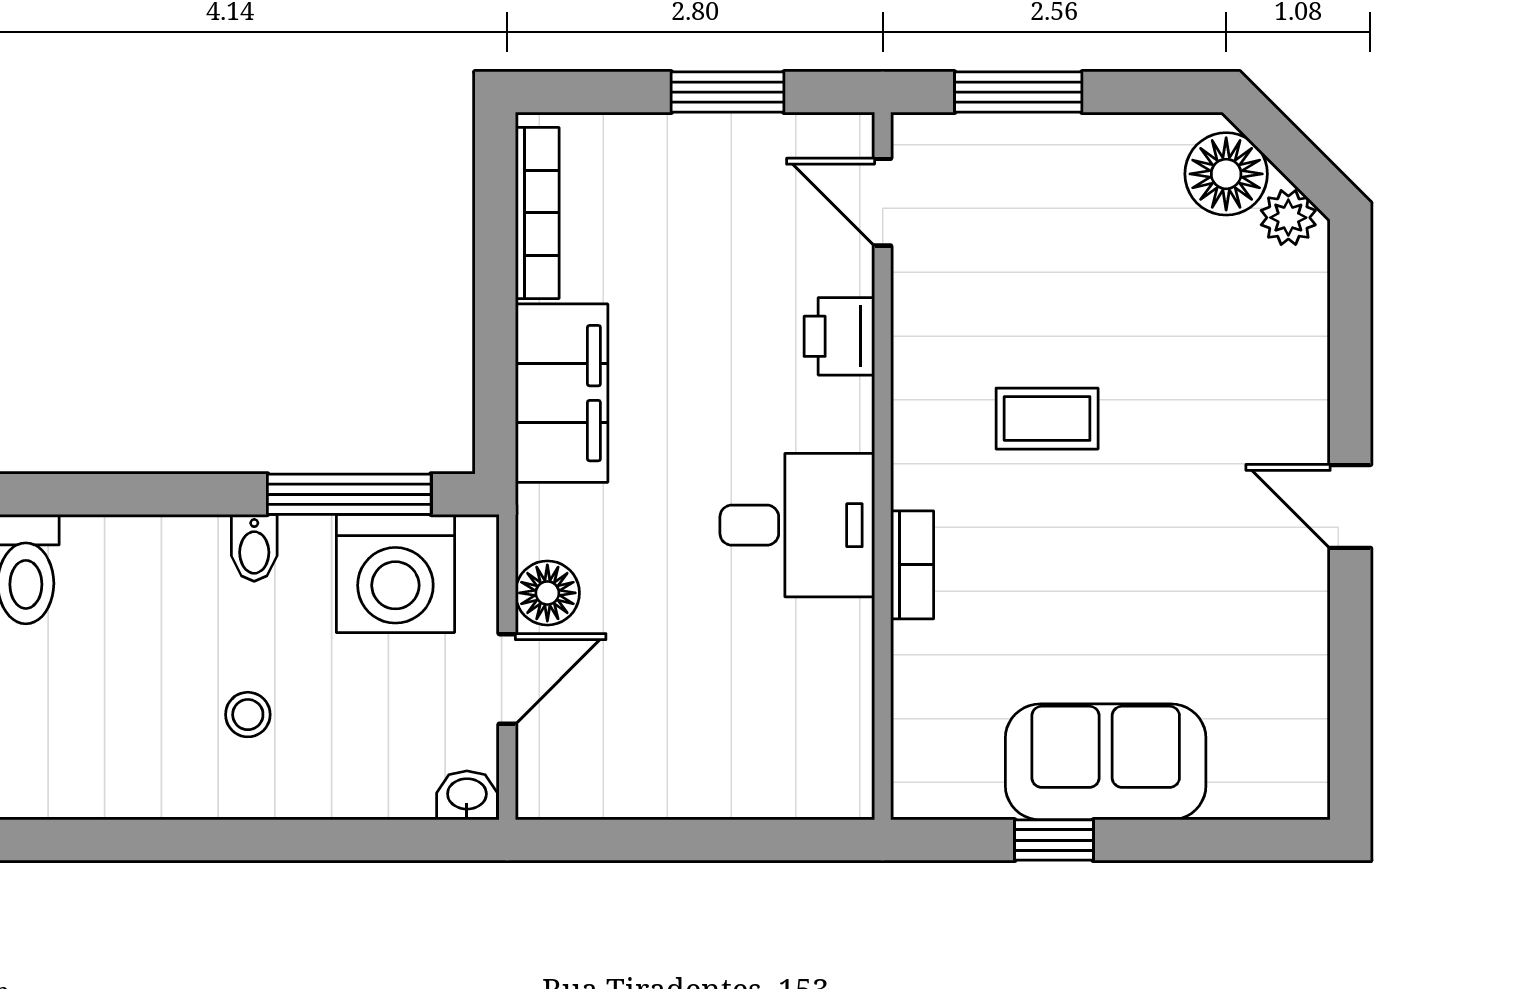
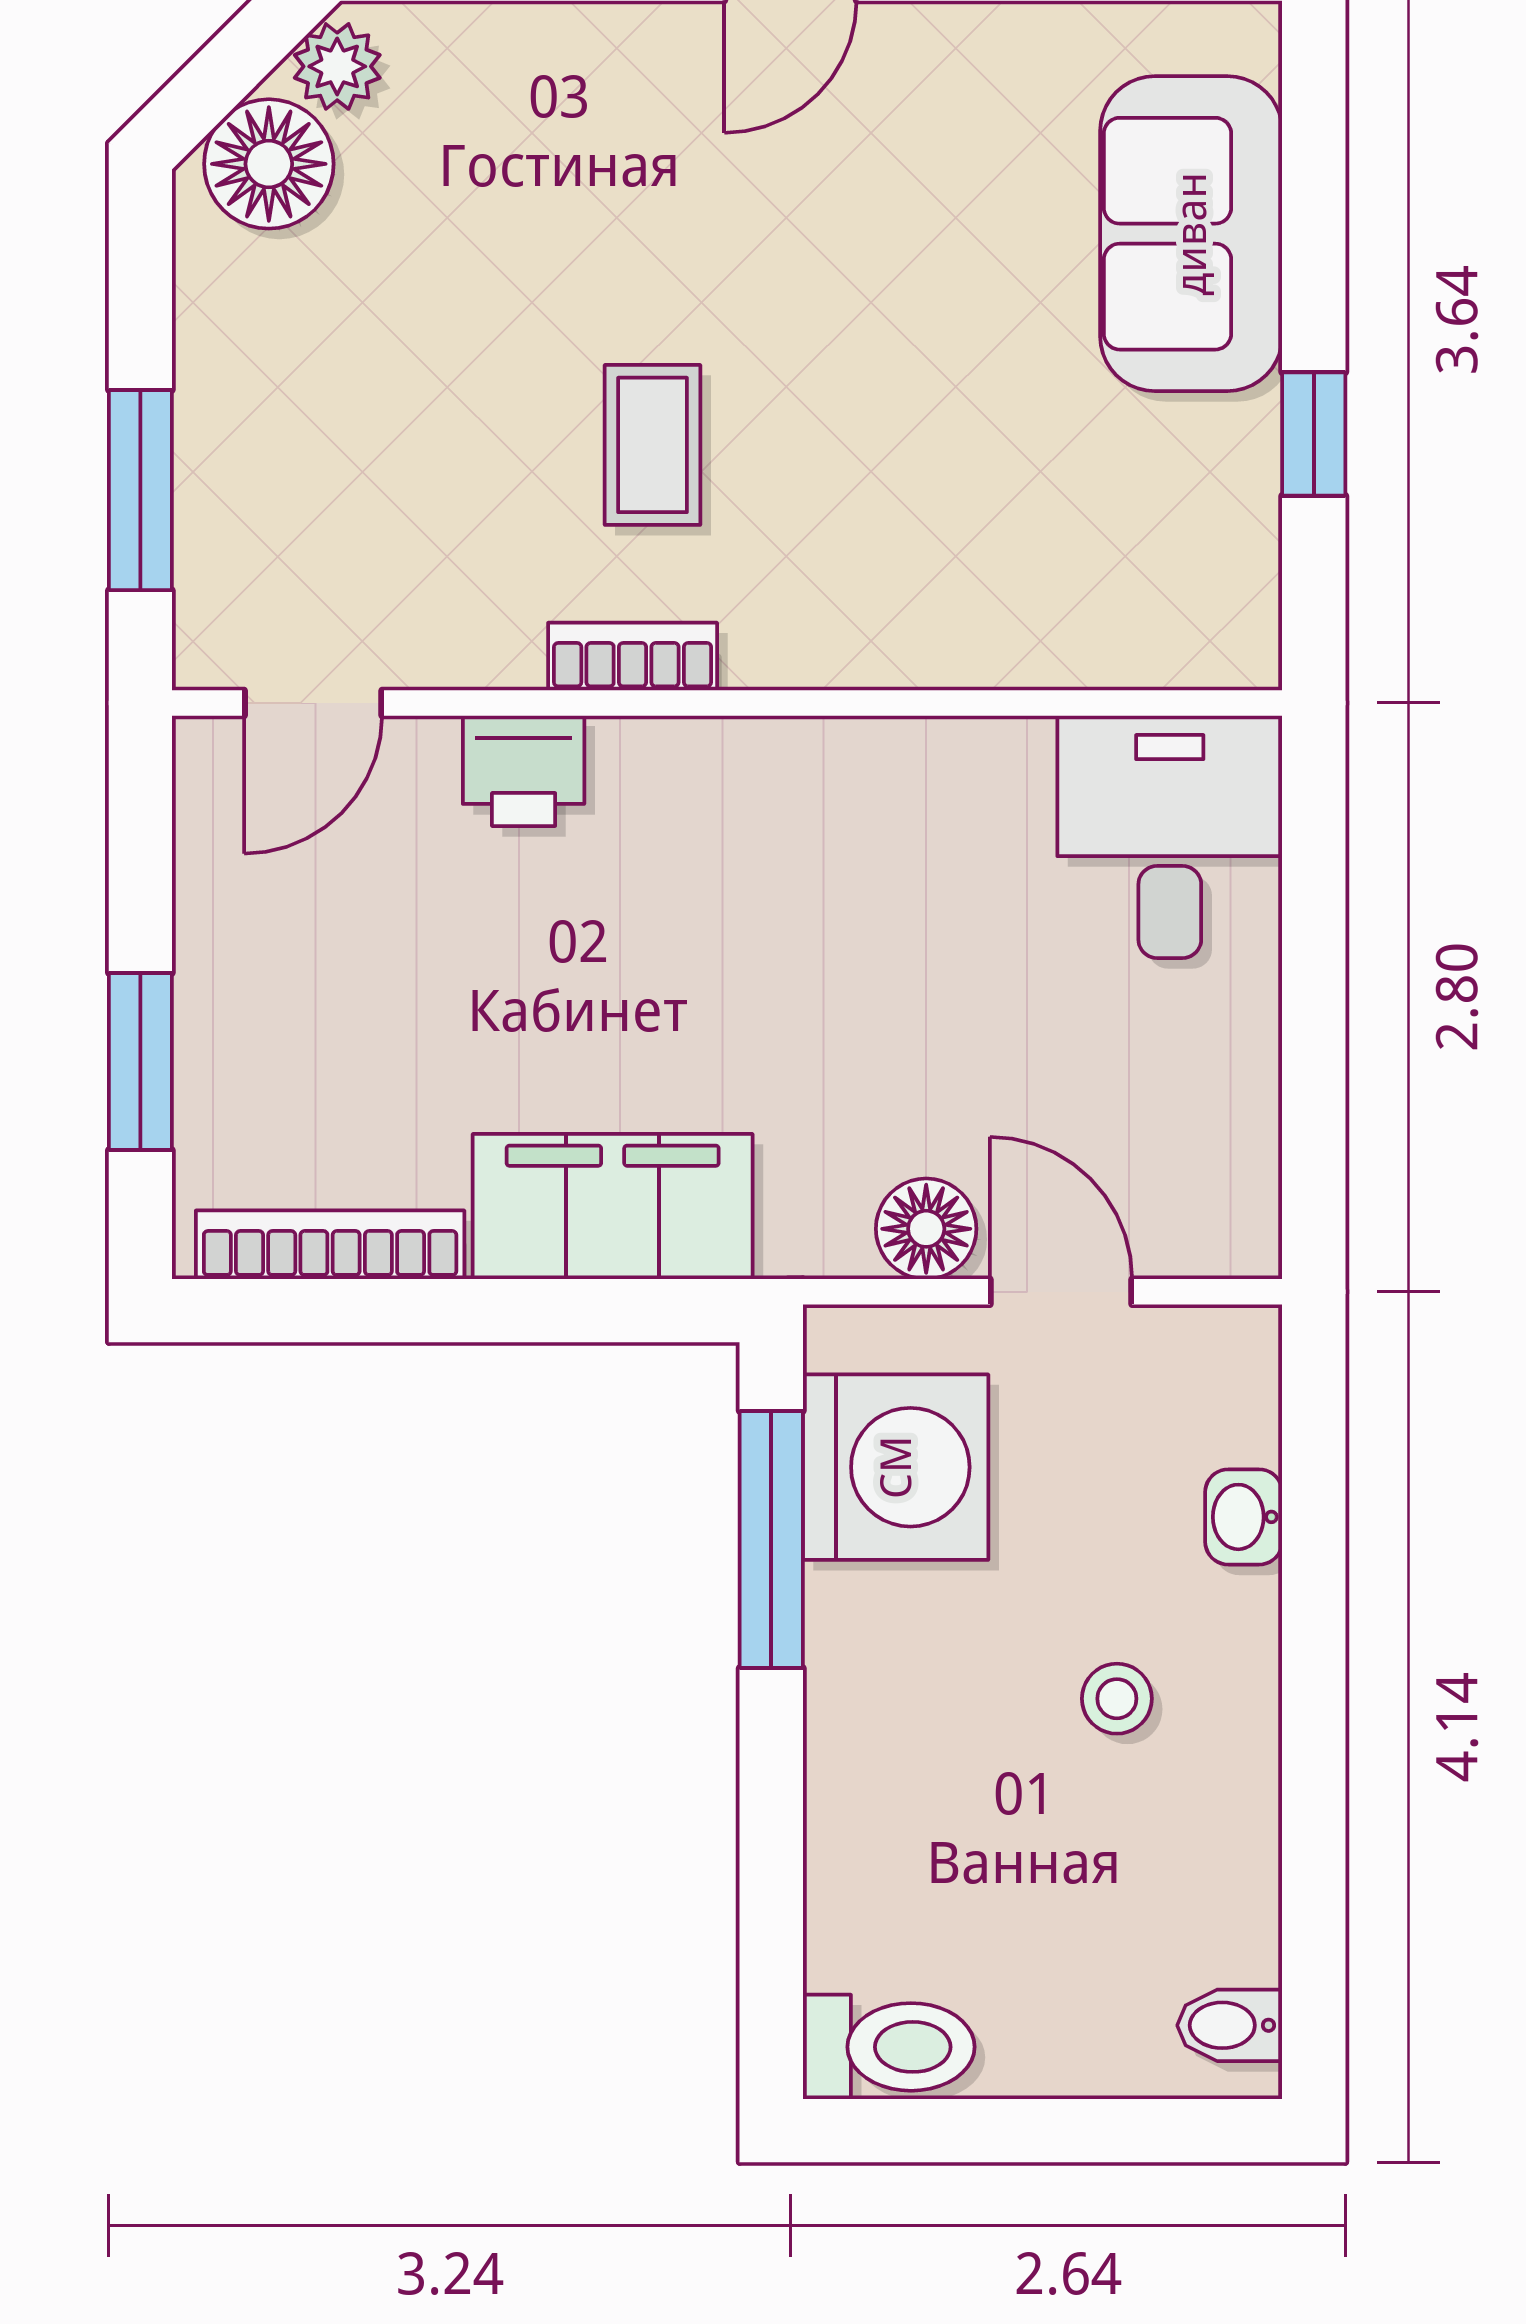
window: (728, 92) -> (140, 1062), moved
desk: (797, 525) -> (1170, 837), moved
bidet: (254, 548) -> (1230, 2025), moved, turned 180
bookcase: (912, 565) -> (633, 657), moved
sofa: (1106, 762) -> (1191, 234), moved
washbasin: (467, 795) -> (1244, 1517), moved

